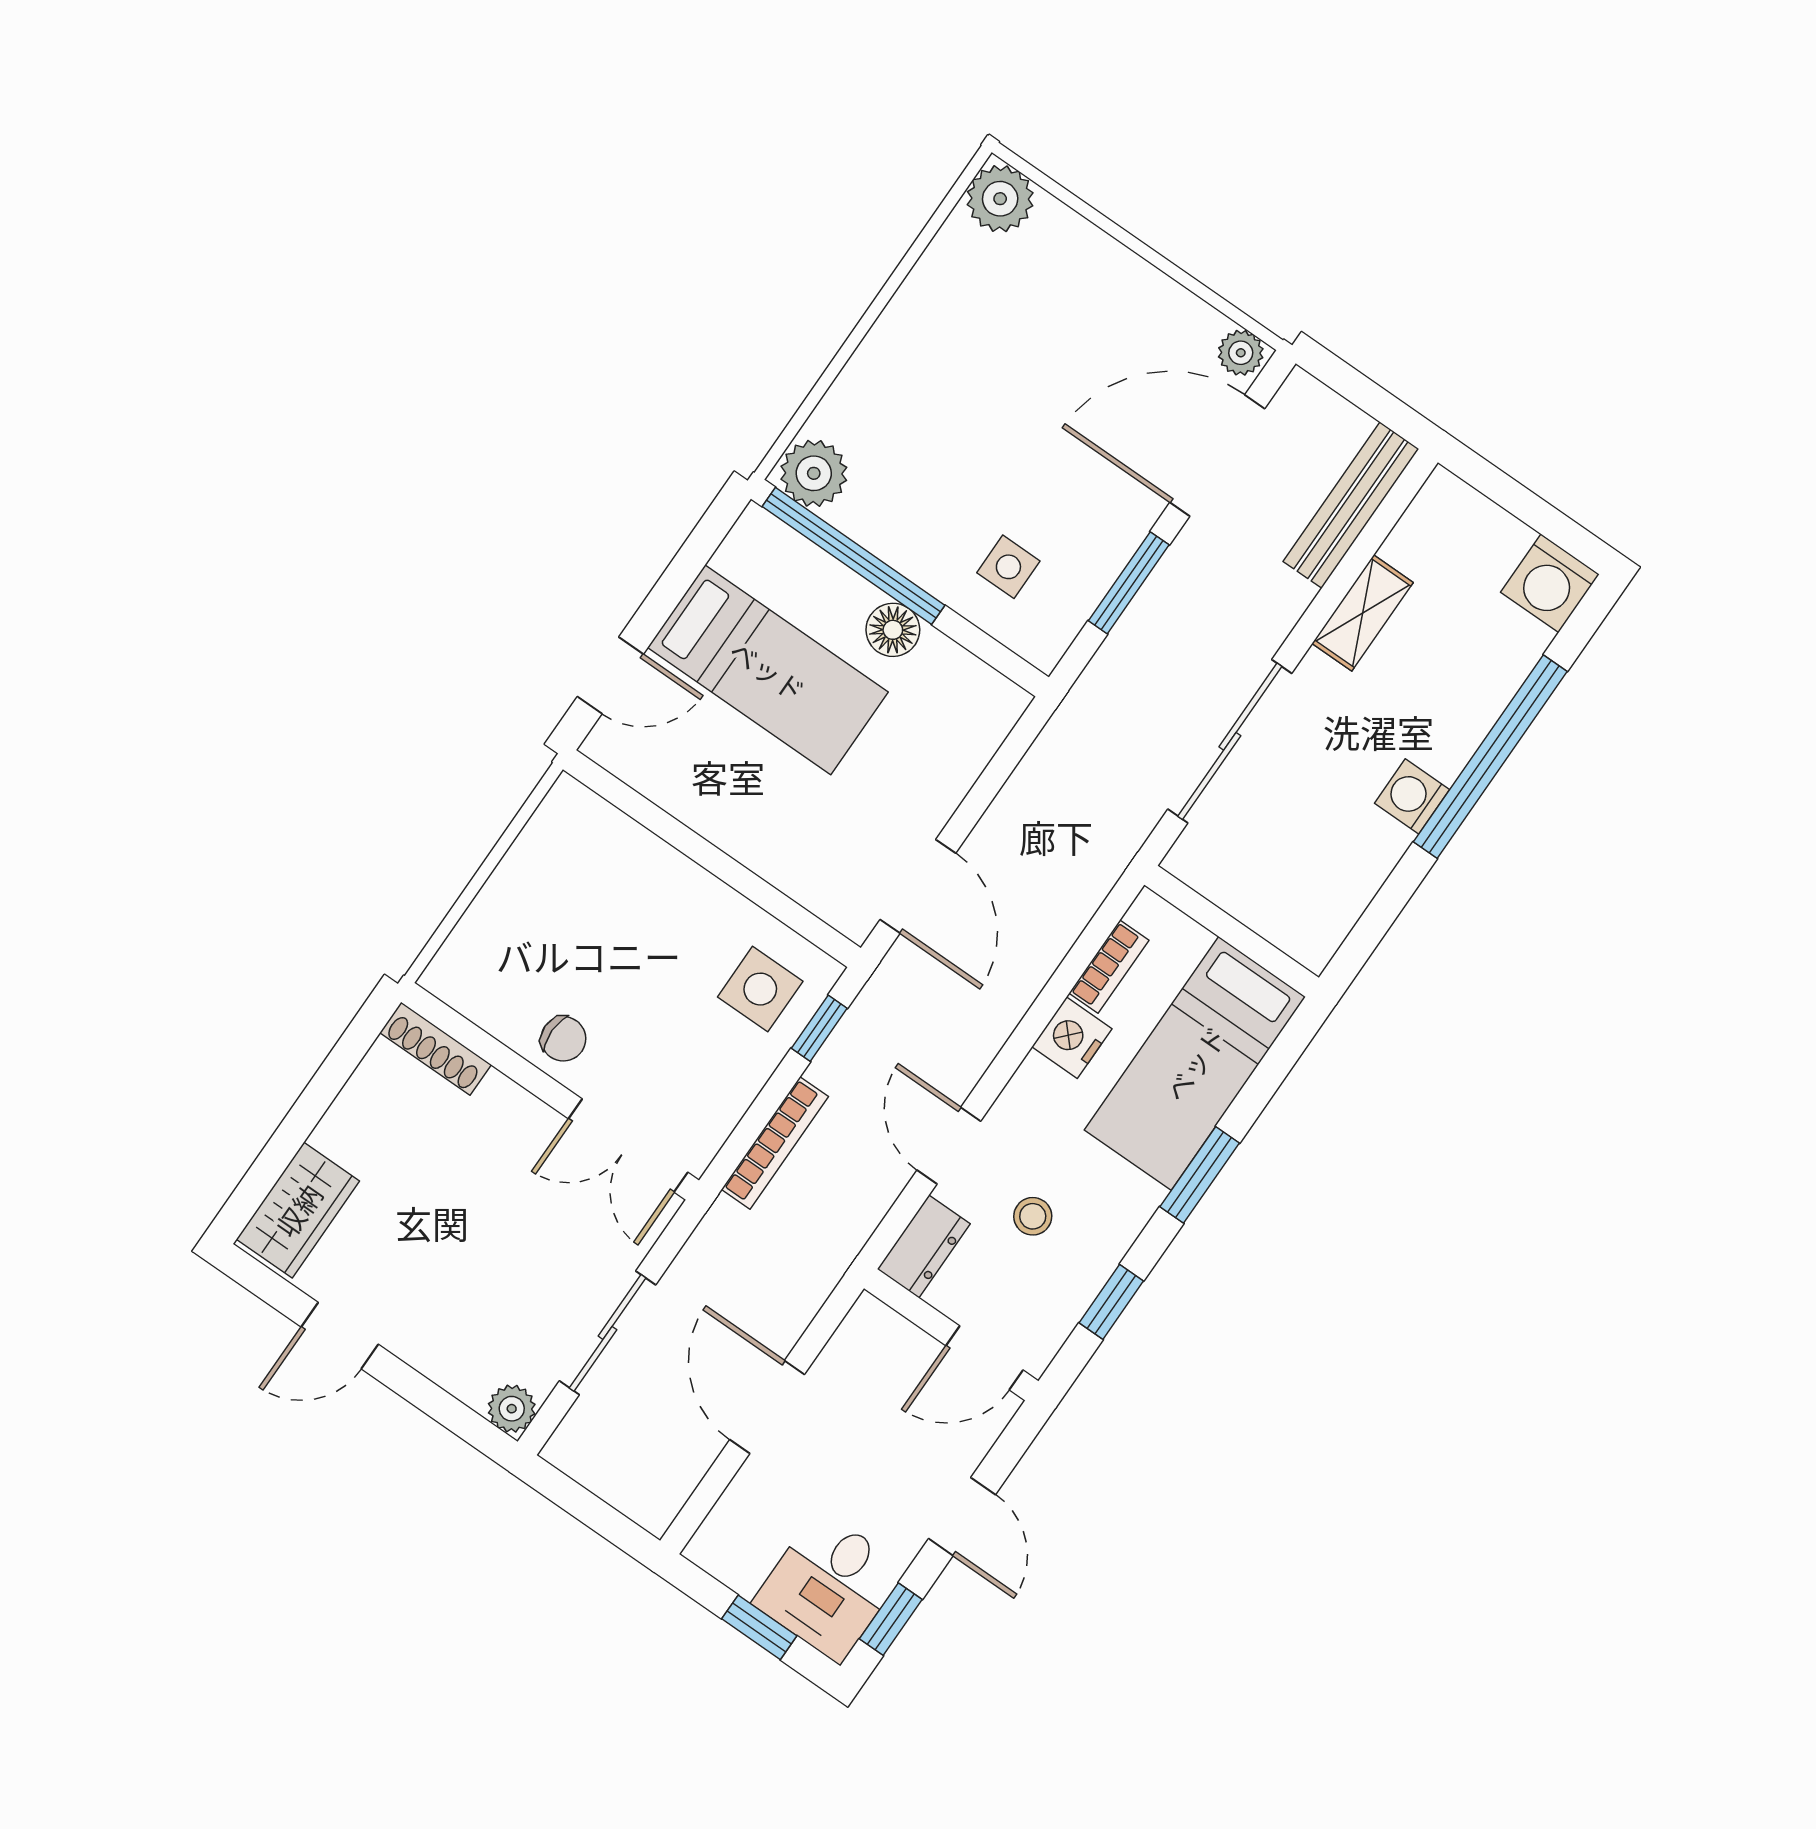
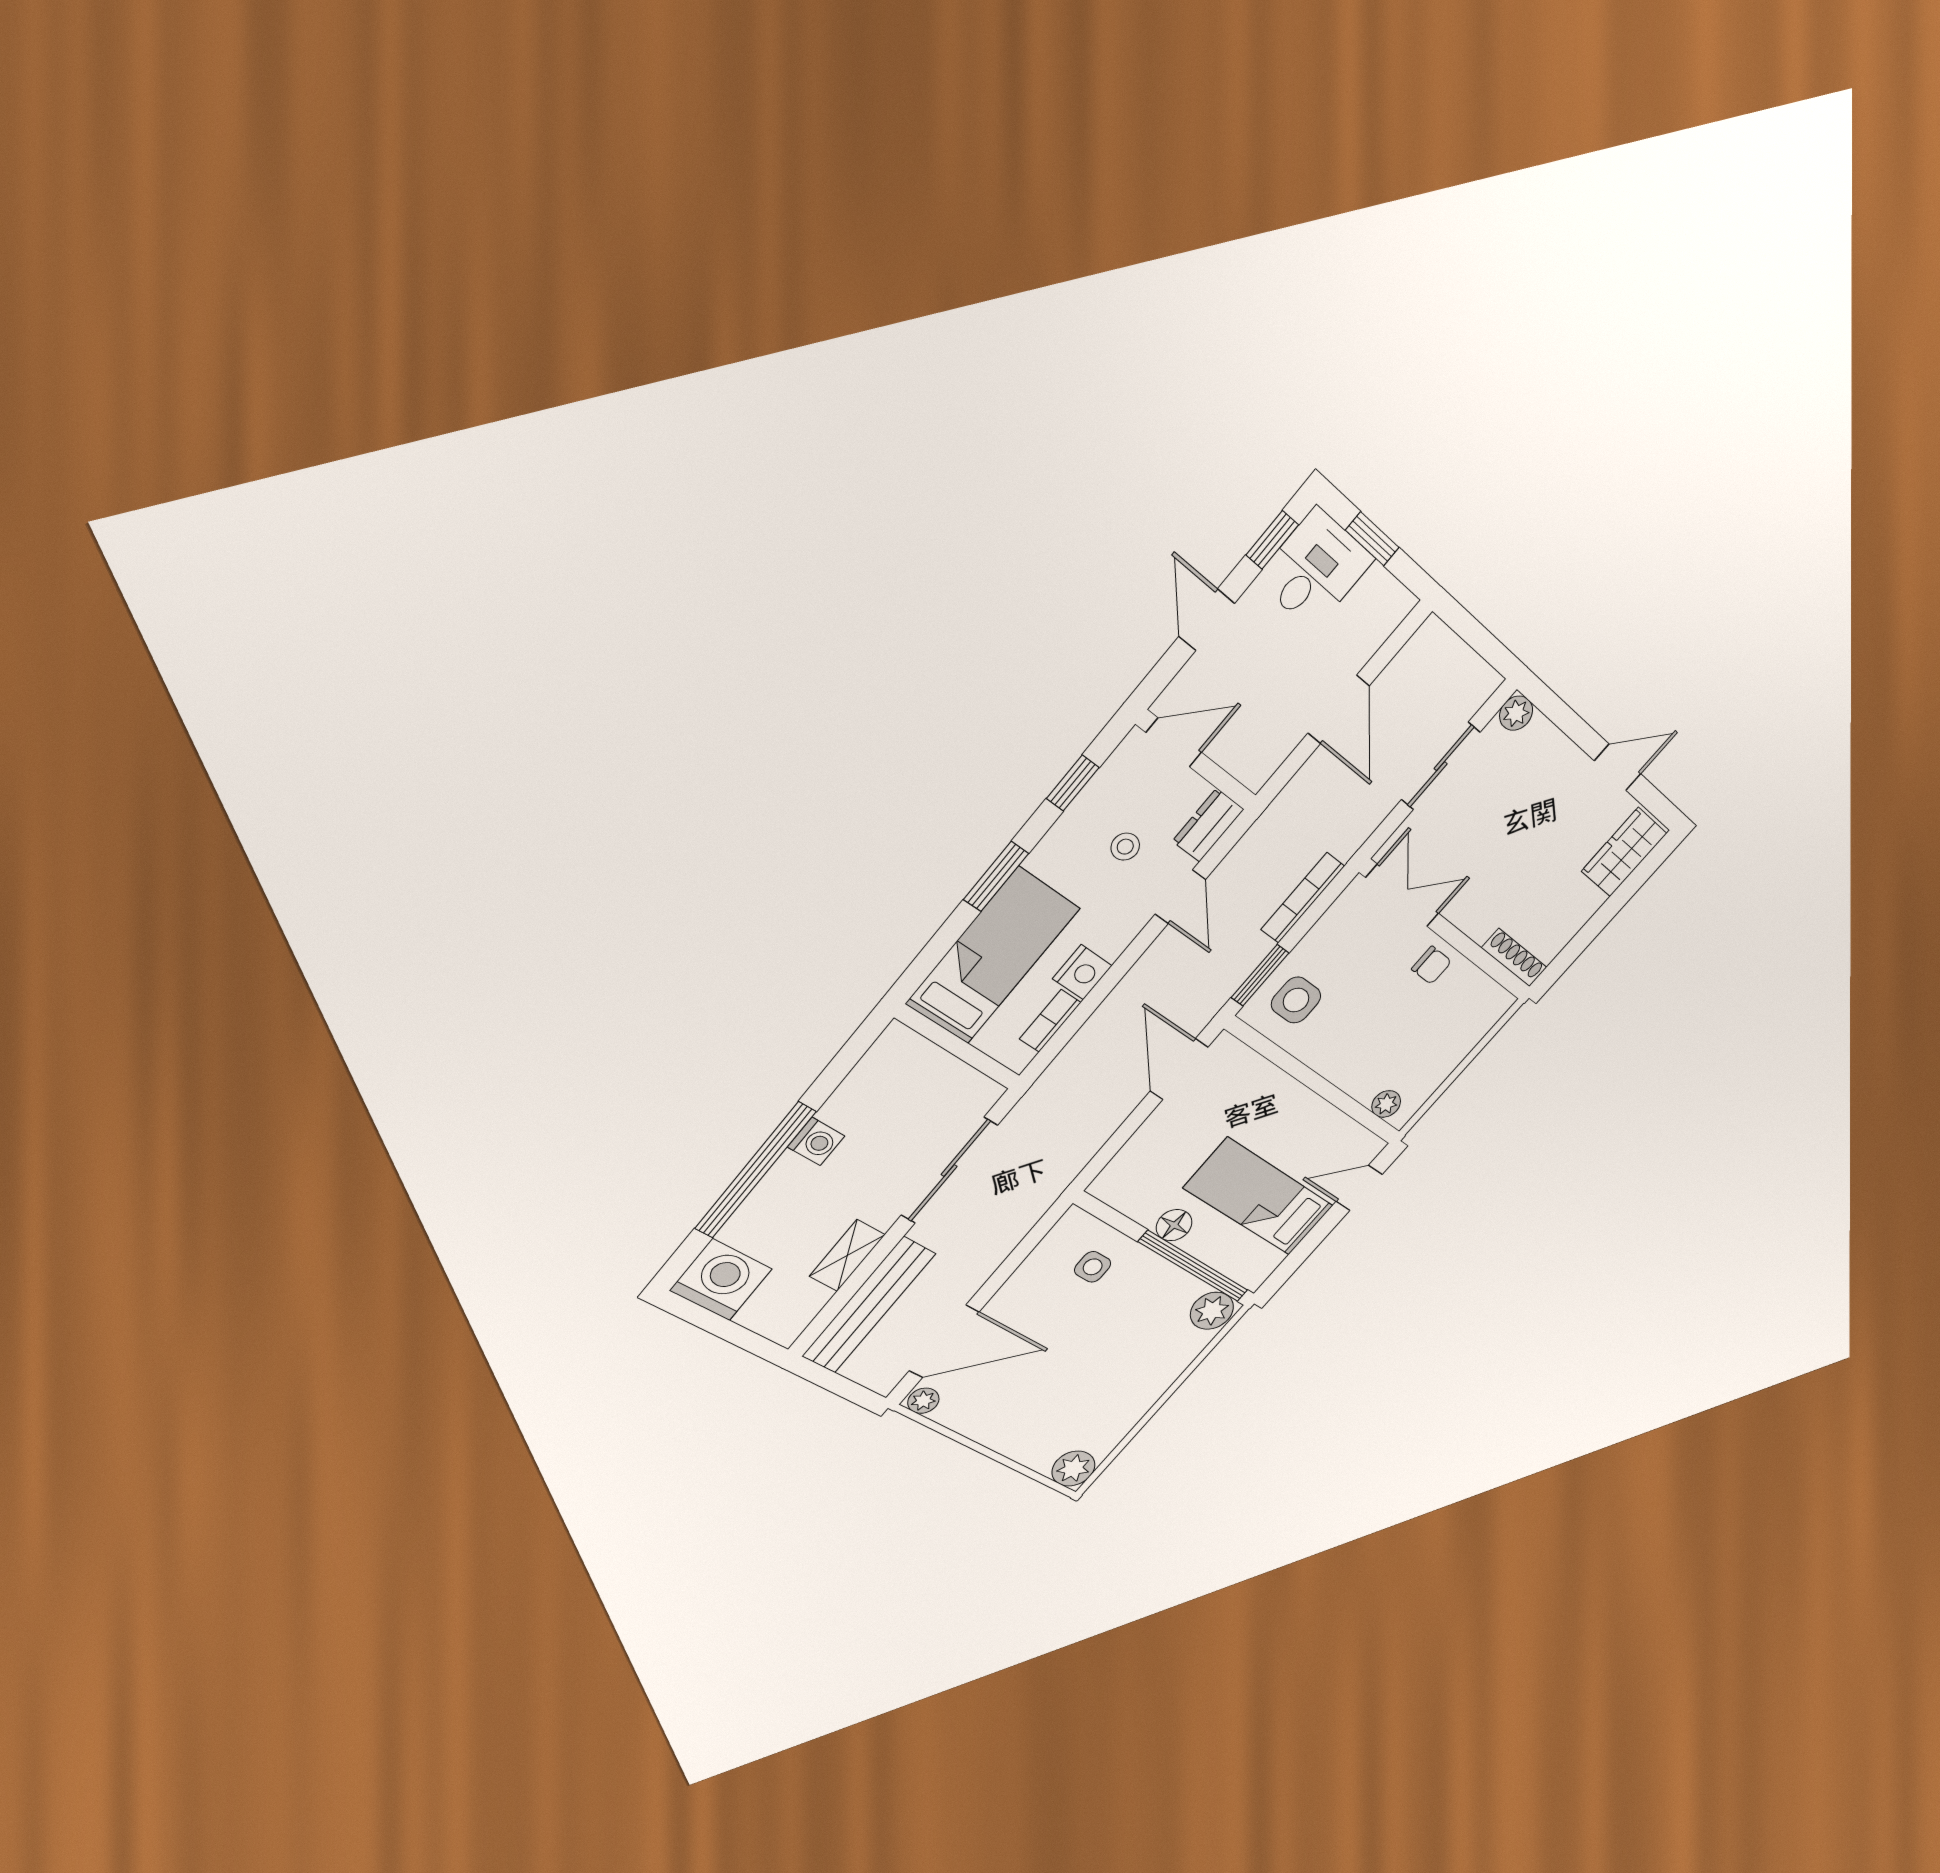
bench: (1351, 505) -> (869, 1305), width x1.37, depth x1.21
window: (1129, 583) -> (1012, 1263), removed
washing machine: (1550, 583) -> (721, 1280), width x1.37, depth x1.37
plant: (592, 817) -> (1386, 1104), added
window: (819, 1028) -> (1260, 975), width x1.50
chair: (563, 1039) -> (1432, 965), turned 180

